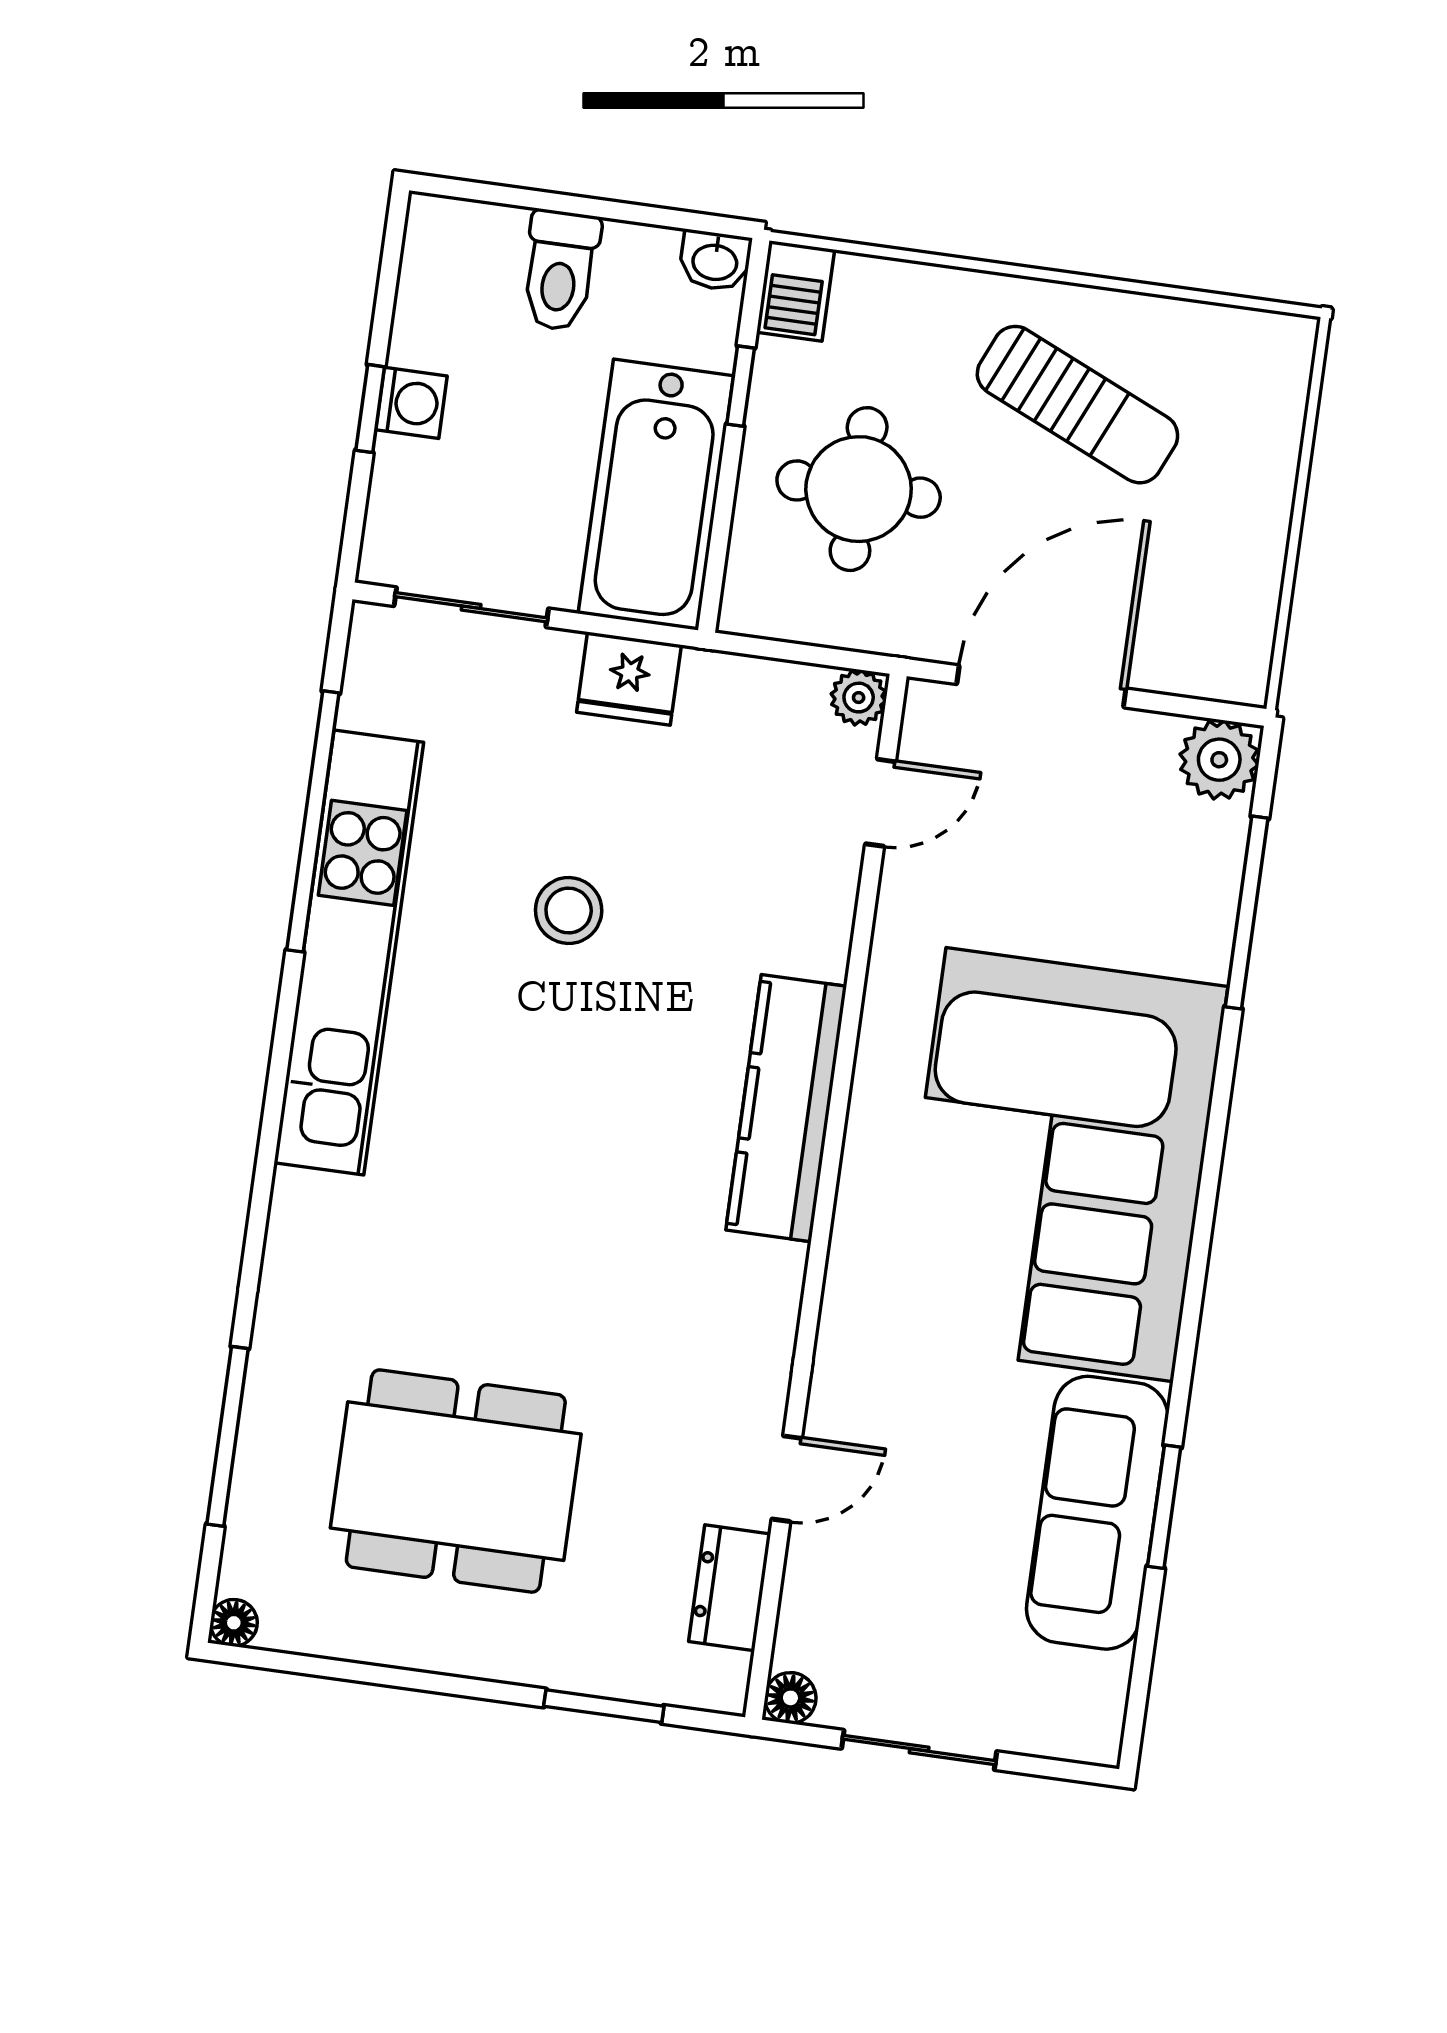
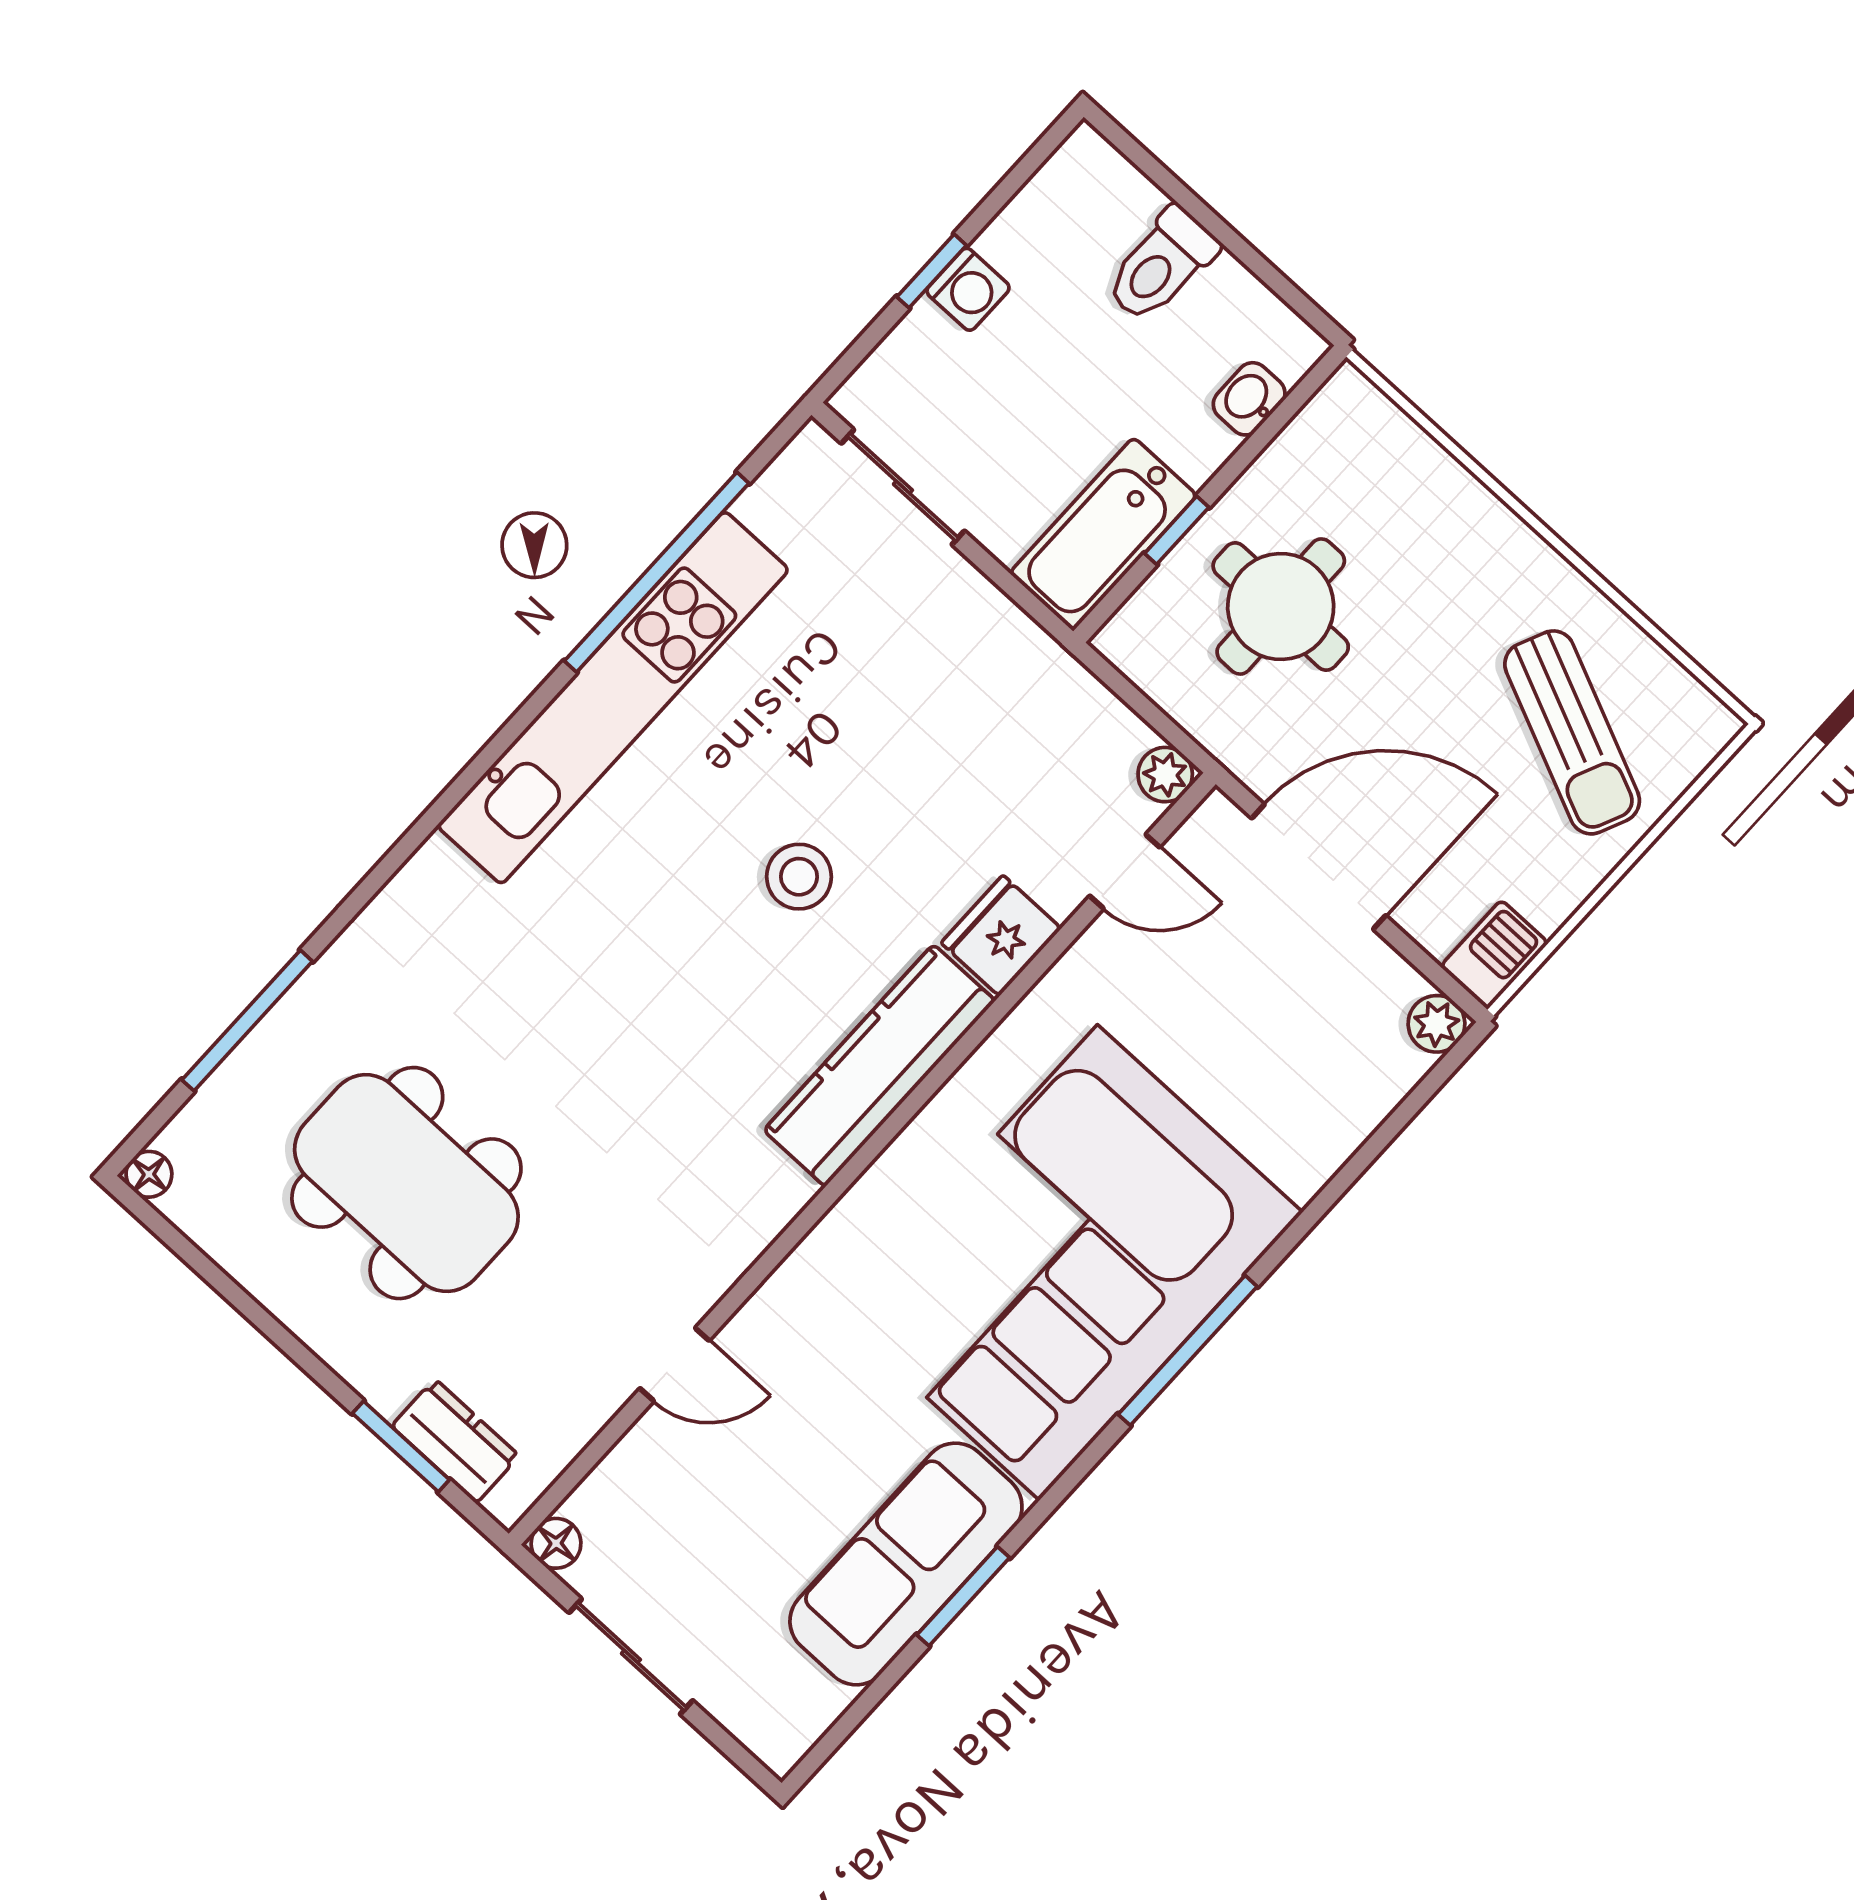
washbasin: (715, 261) -> (1249, 399), moved, turned 90
barbecue: (796, 291) -> (1494, 955), moved, turned 180
window: (741, 386) -> (1177, 530), moved
sun lounger: (1077, 405) -> (1572, 732), moved
bathtub: (656, 495) -> (1103, 534), width x0.73, depth x0.73
fridge: (629, 679) -> (1001, 936), moved, turned 90
plant: (1219, 760) -> (1437, 1024), width x0.73, depth x0.73
stool: (569, 910) -> (799, 877), moved
window: (1247, 913) -> (1188, 1350), moved
dresser: (730, 1588) -> (455, 1441), moved, turned 90

